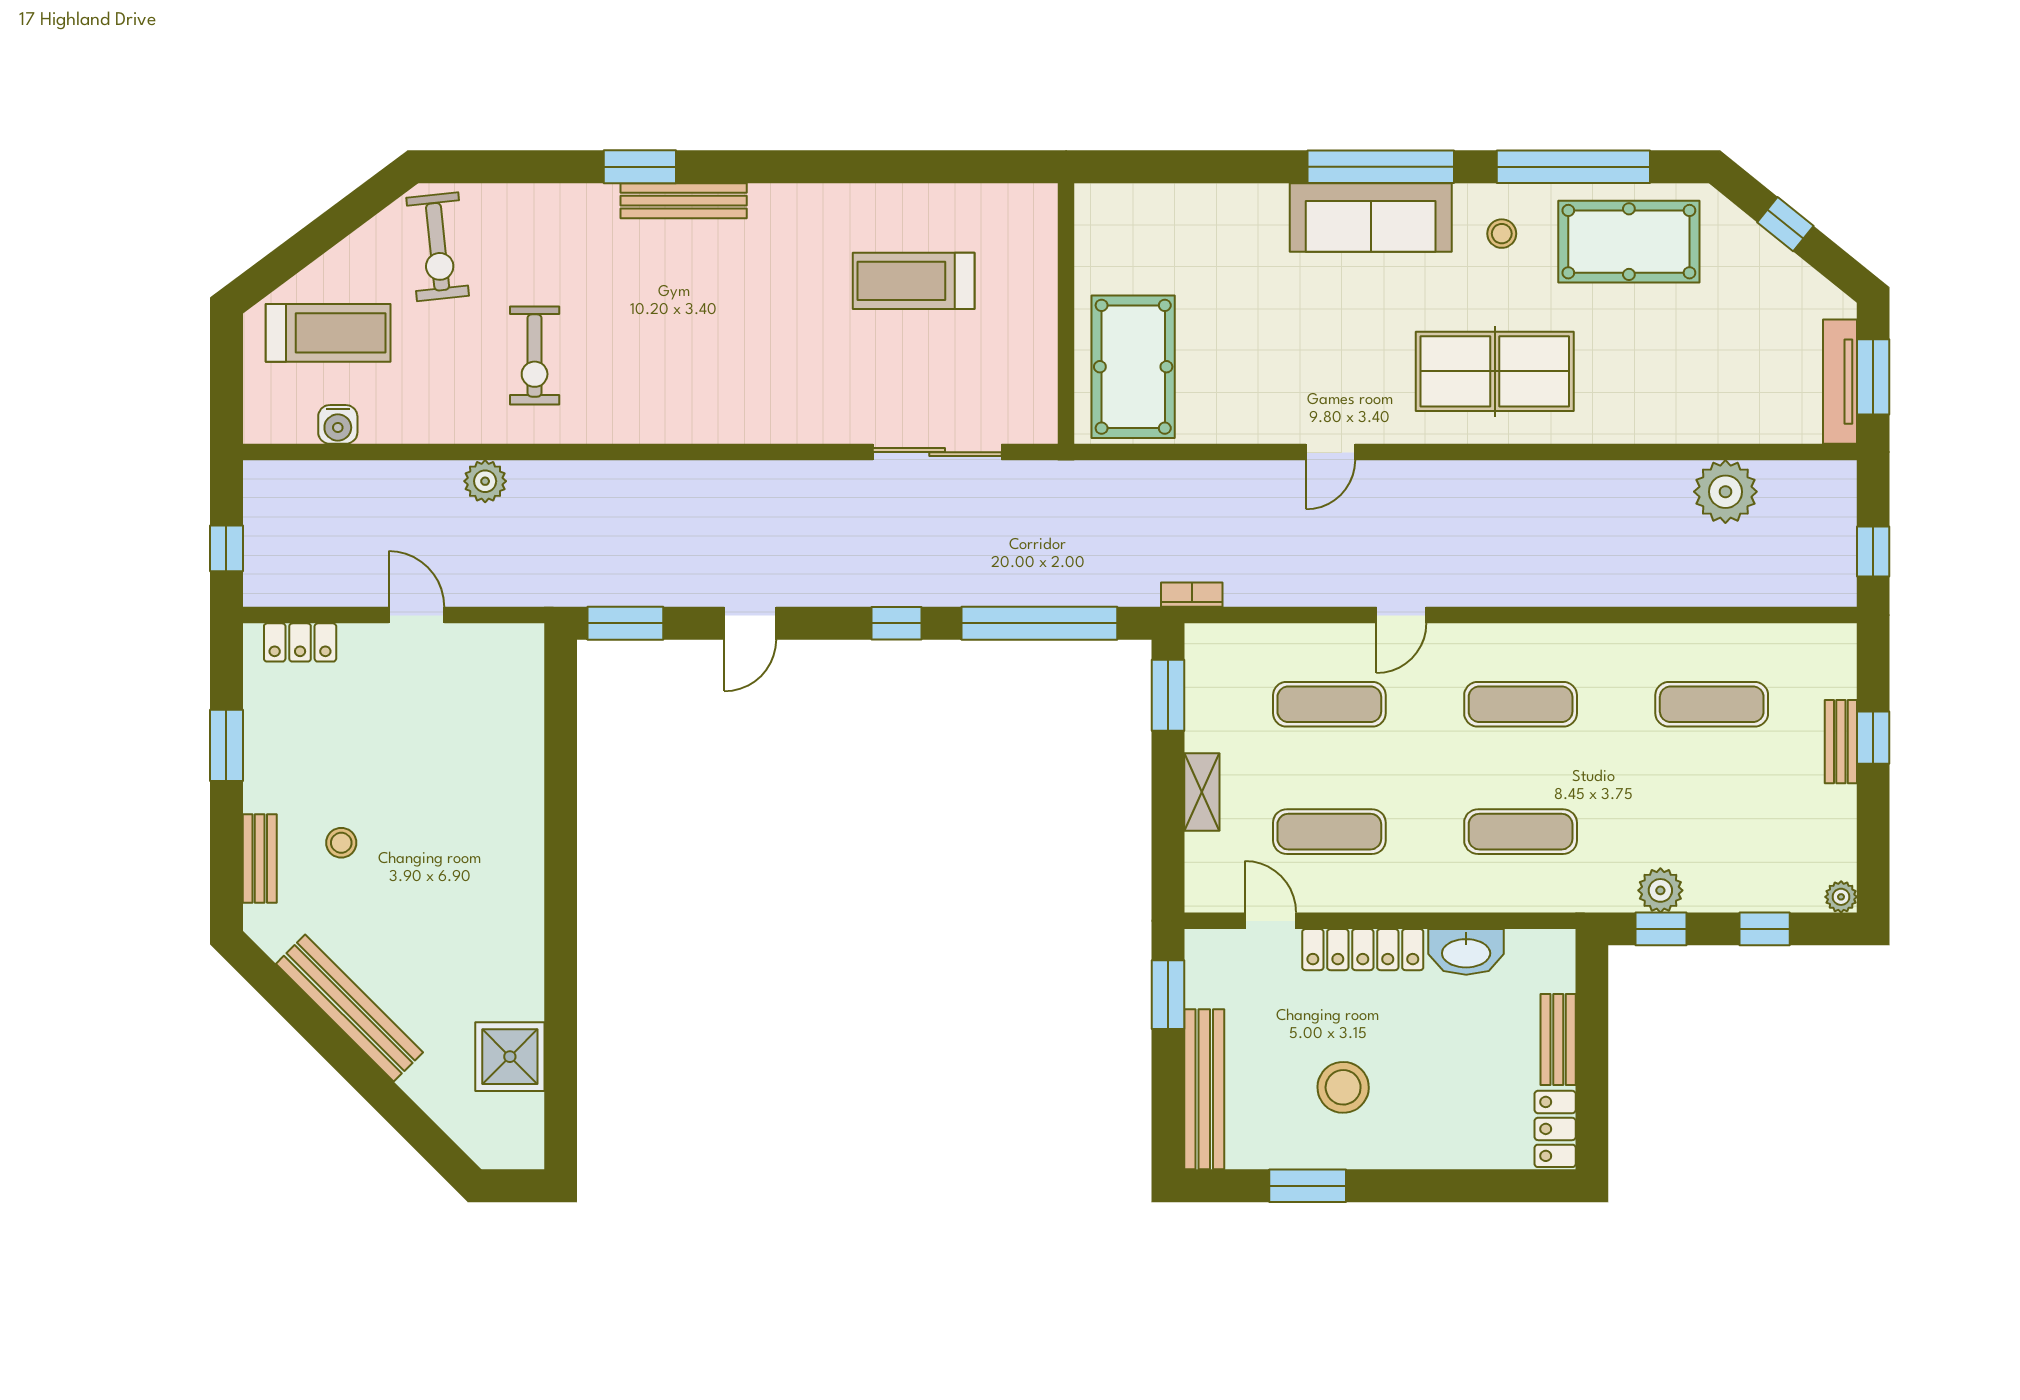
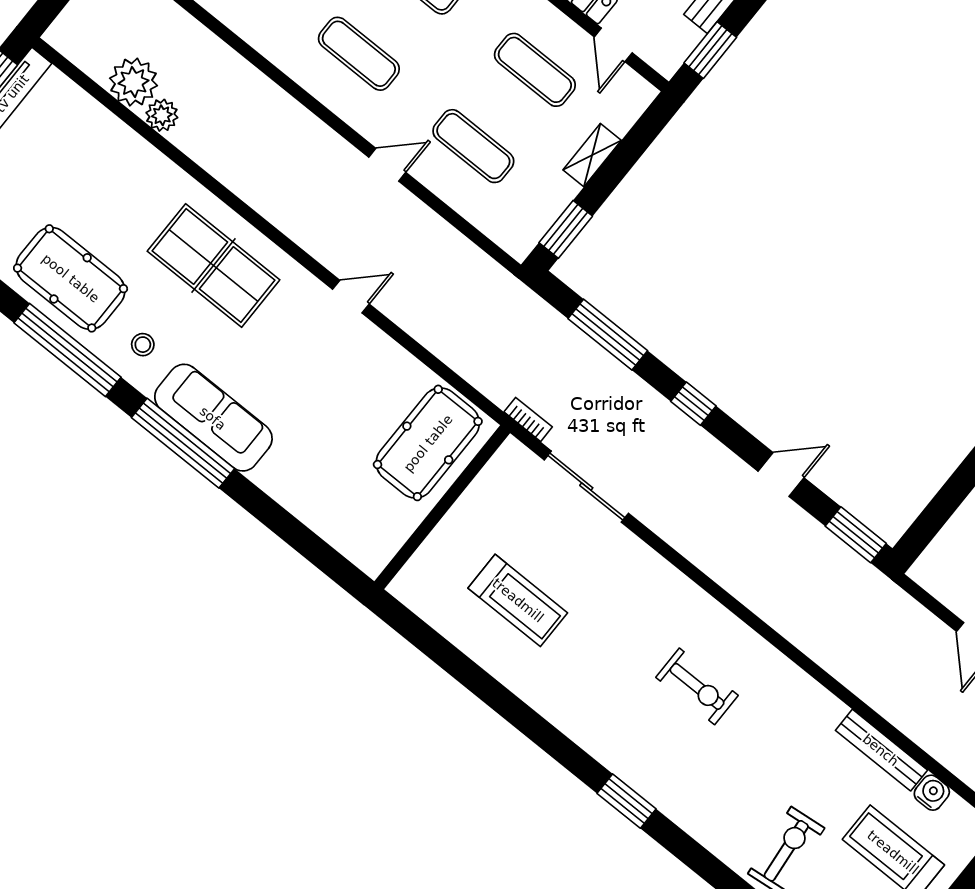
bench: (684, 201) -> (881, 750), moved
exercise bike: (535, 356) -> (697, 686), moved, turned 90
plant: (485, 481) -> (162, 115), moved
bookcase: (1192, 595) -> (528, 419), moved, turned 180
window: (1039, 623) -> (608, 335), width x0.68

